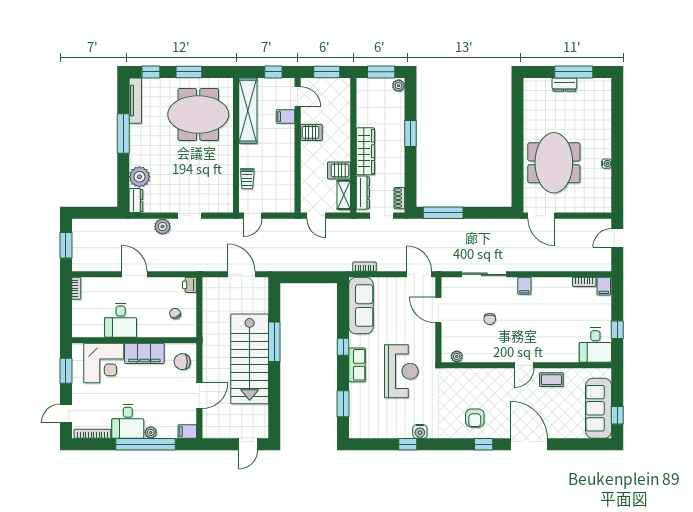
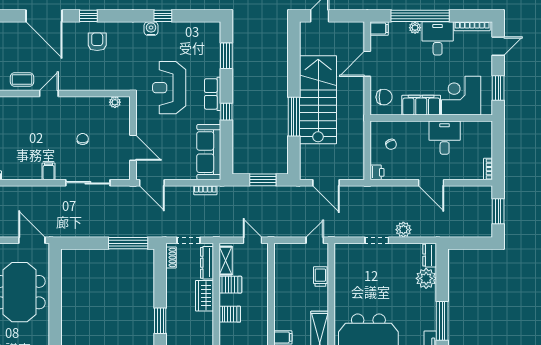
server rack: (311, 132) -> (230, 314), moved, turned 180
wardrobe: (365, 151) -> (204, 296), width x0.67
window: (306, 277) -> (263, 180), added

